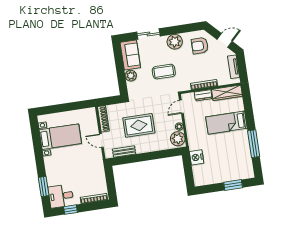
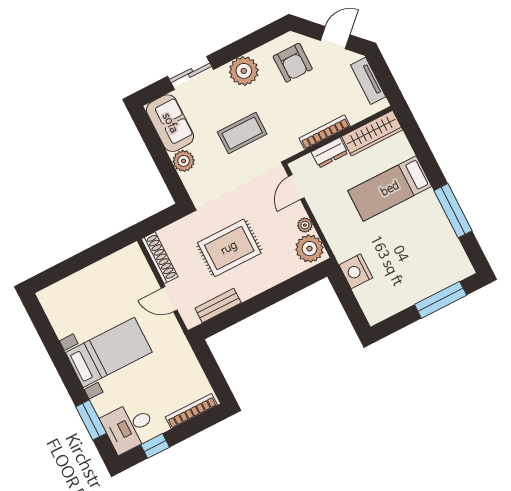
armchair: (200, 46) -> (293, 63), turned -90
bed with nightstands: (60, 137) -> (109, 352), moved
window: (233, 185) -> (441, 300), width x1.44

